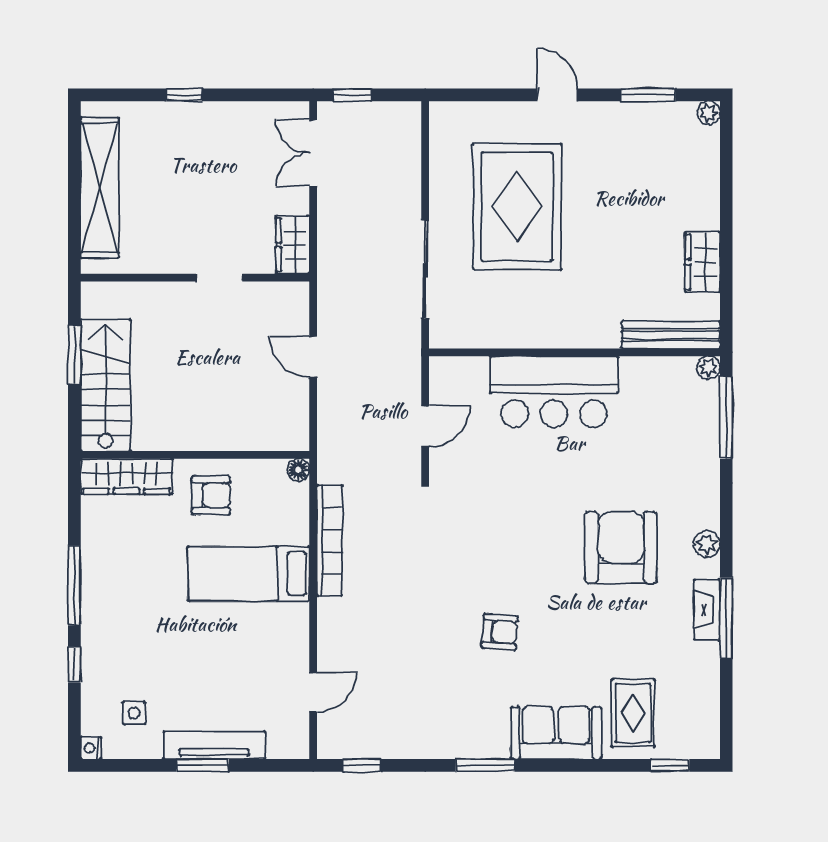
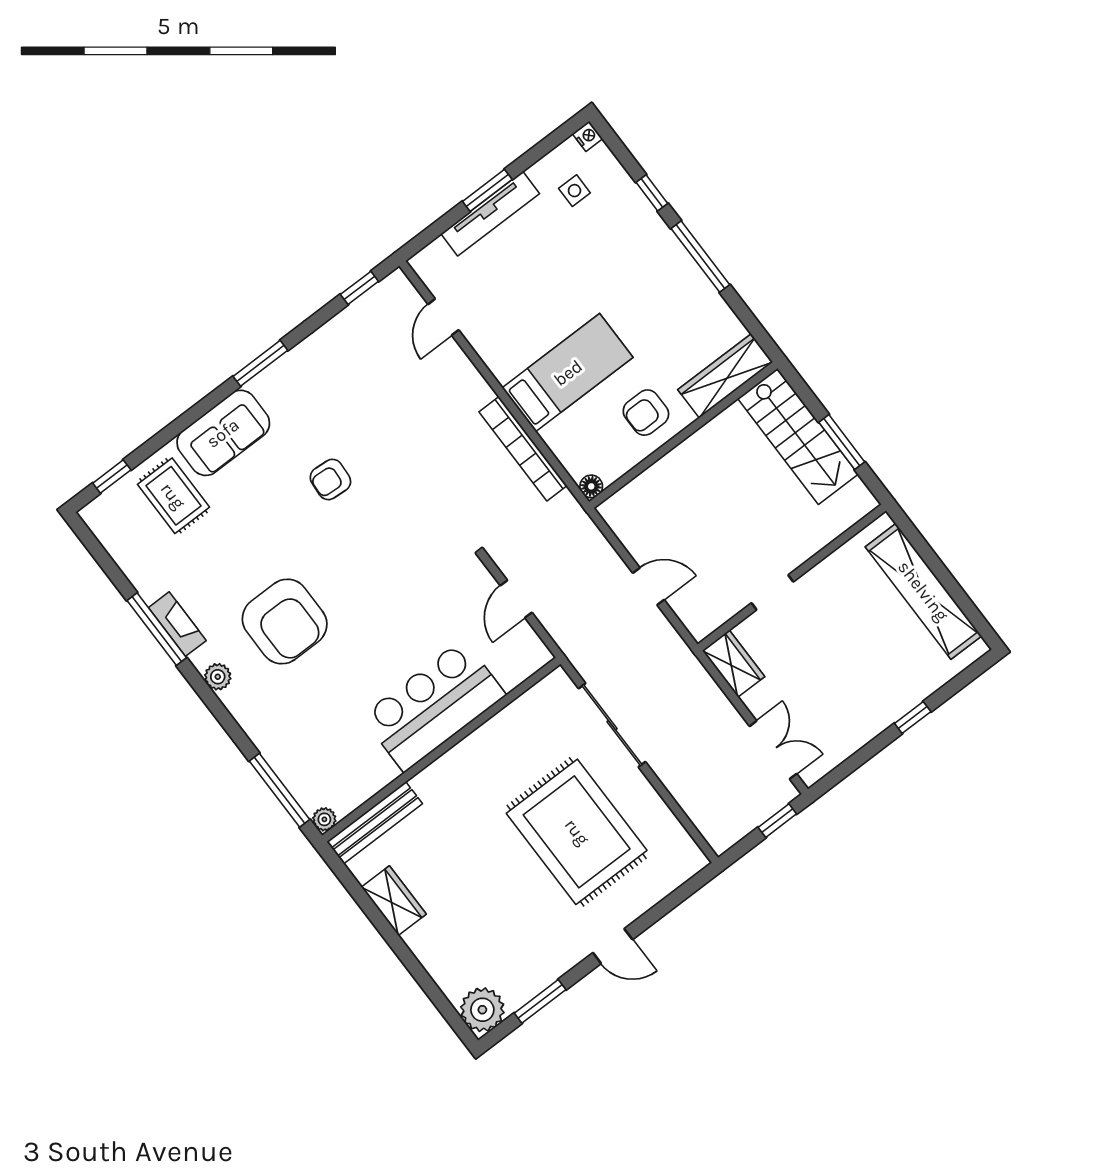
plant: (708, 113) -> (482, 1010), width x1.88, depth x1.88

